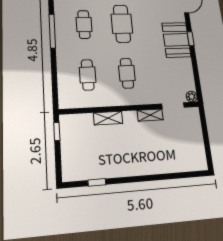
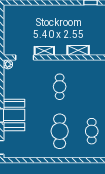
cafe table: (88, 75) -> (92, 87), removed

